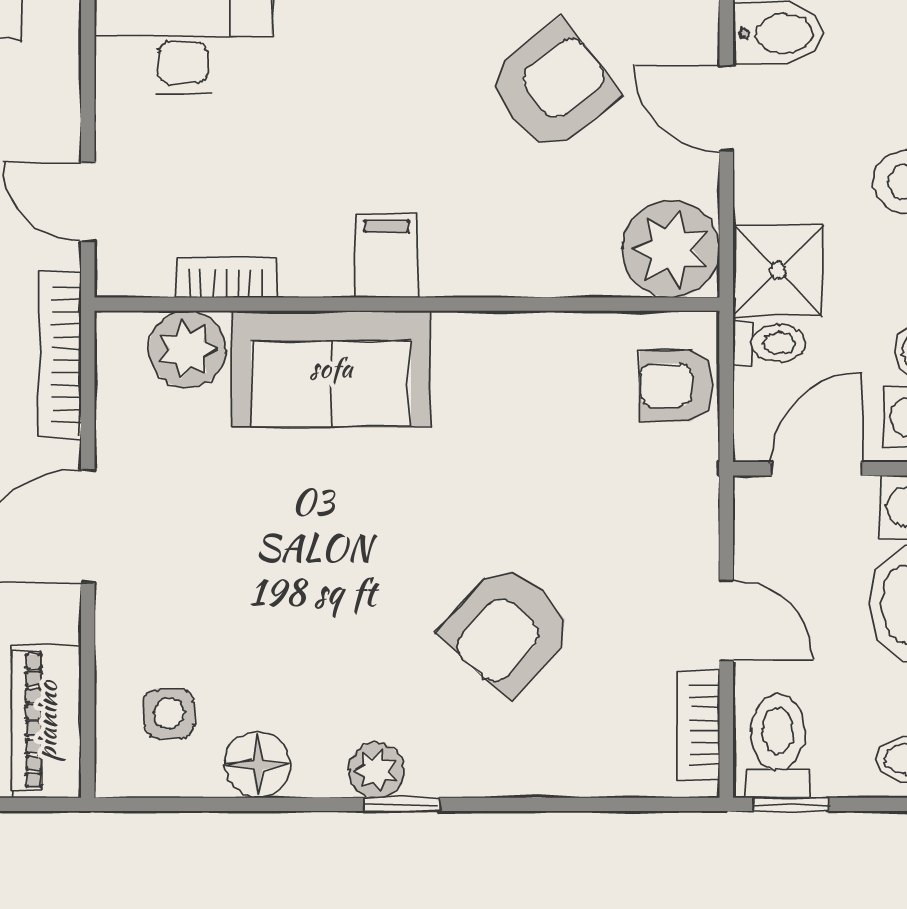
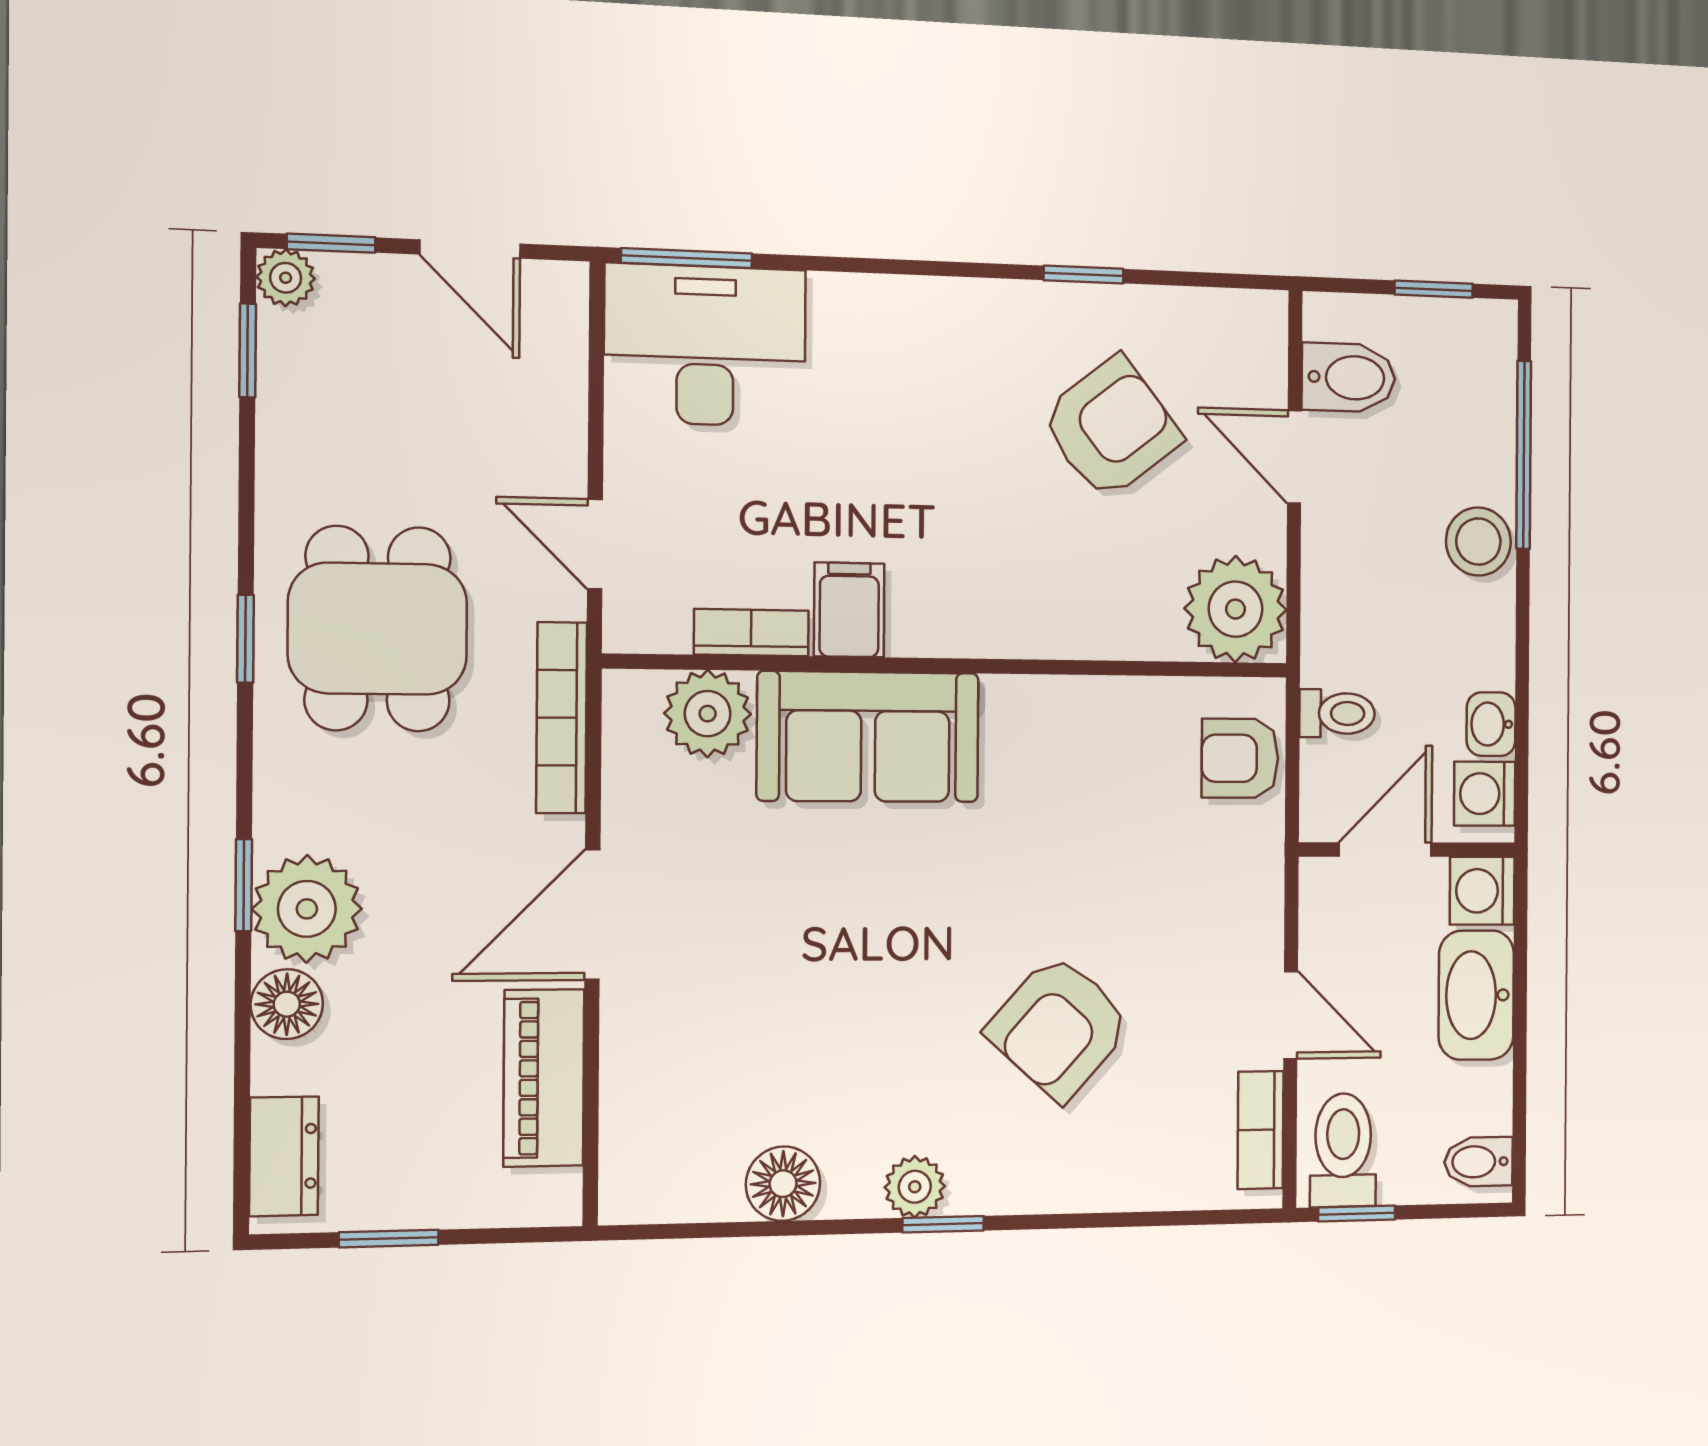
filing cabinet: (387, 256) -> (849, 610), moved
shower: (778, 271) -> (1347, 635), removed
side table: (169, 713) -> (684, 1127), removed
piano: (47, 721) -> (544, 1078), moved

